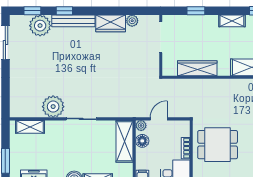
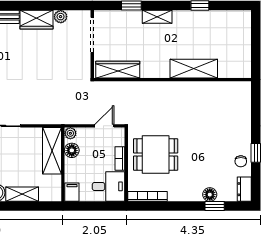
shelving: (232, 21) -> (157, 17), moved
wardrobe: (197, 68) -> (118, 70), moved
door: (159, 119) -> (104, 126), moved

